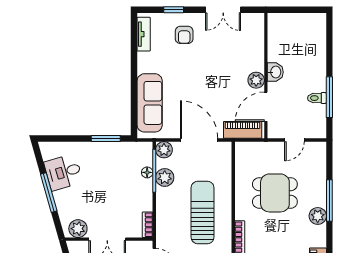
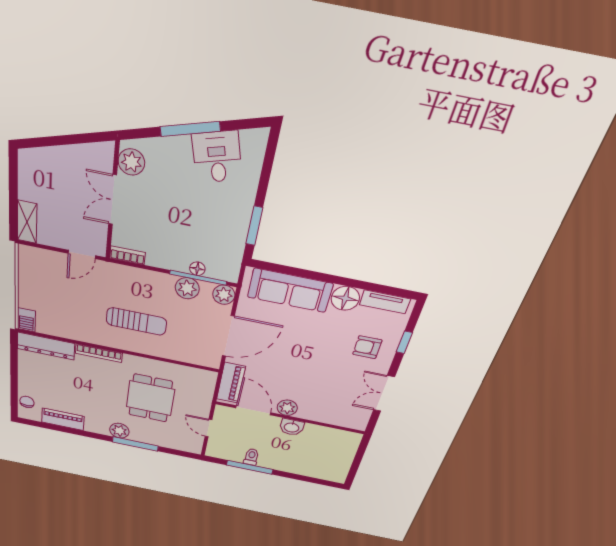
floor lamp: (147, 62) -> (345, 298), added
sun lounger: (203, 212) -> (136, 321), width x0.73, depth x0.75

